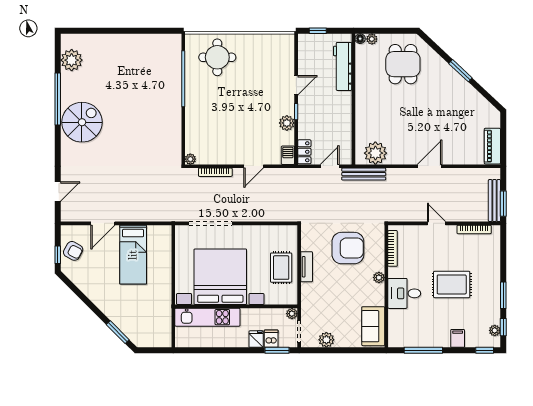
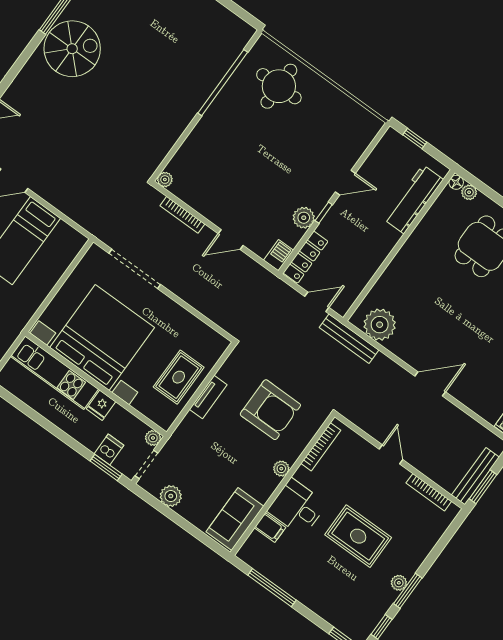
locker: (304, 152) -> (306, 257), width x1.53
plant: (495, 330) -> (399, 583), moved
filing cabinet: (458, 338) -> (270, 528), moved, turned 90
fridge: (256, 339) -> (101, 405), moved, turned 180

